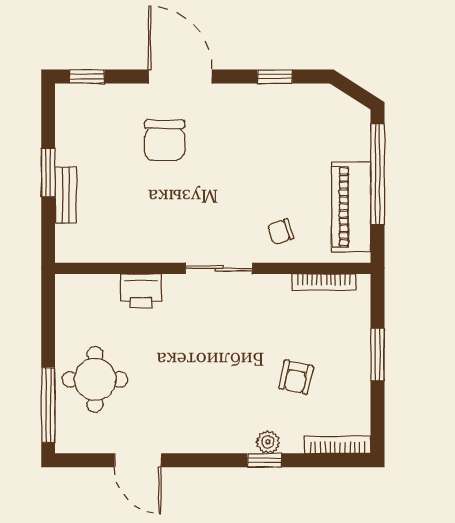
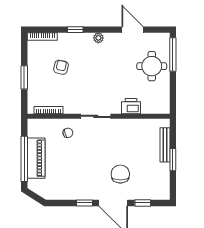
window: (87, 76) -> (143, 203), moved
window: (275, 76) -> (85, 203), moved
bench: (66, 195) -> (165, 145), width x1.36
piano: (351, 207) -> (36, 158), moved
plant: (268, 442) -> (98, 38), moved

